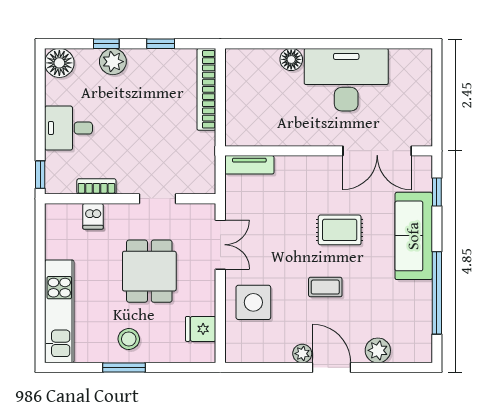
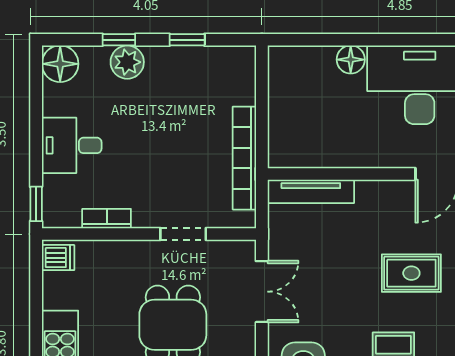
bookcase: (206, 89) -> (244, 158), moved
tv unit: (249, 165) -> (311, 191), width x1.41
dishwasher: (93, 216) -> (58, 258), moved, turned -90

